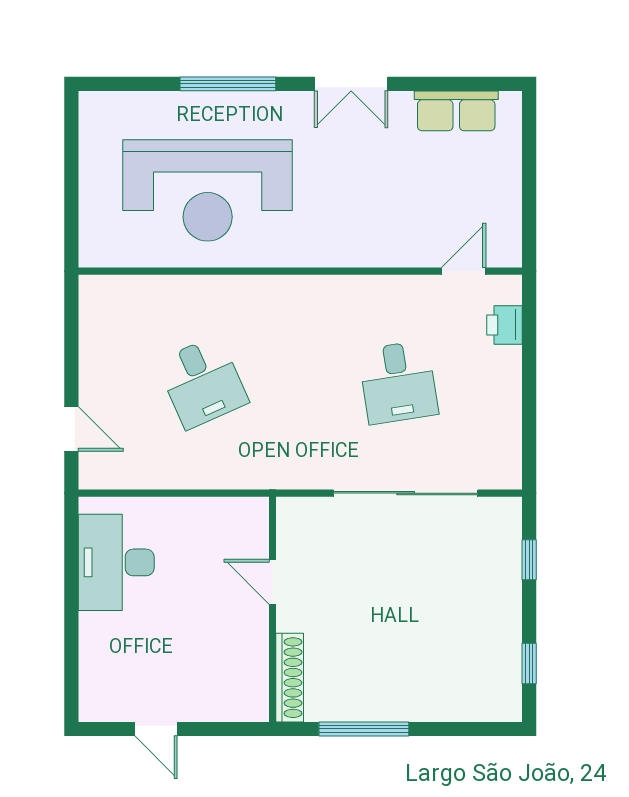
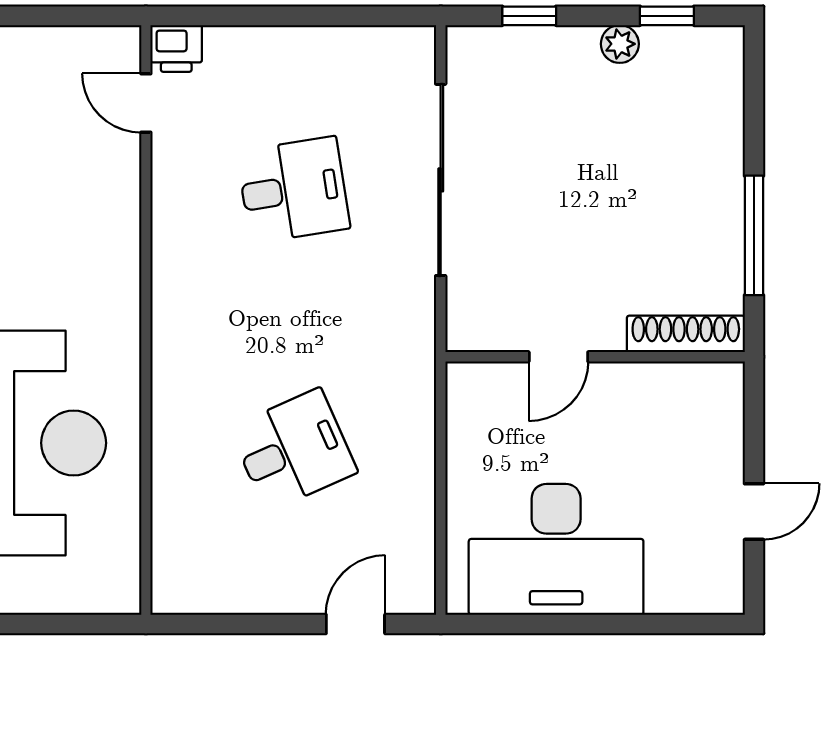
printer: (505, 325) -> (176, 48), moved
desk: (116, 562) -> (556, 549), width x1.36, depth x1.30
plant: (508, 628) -> (620, 44), added

